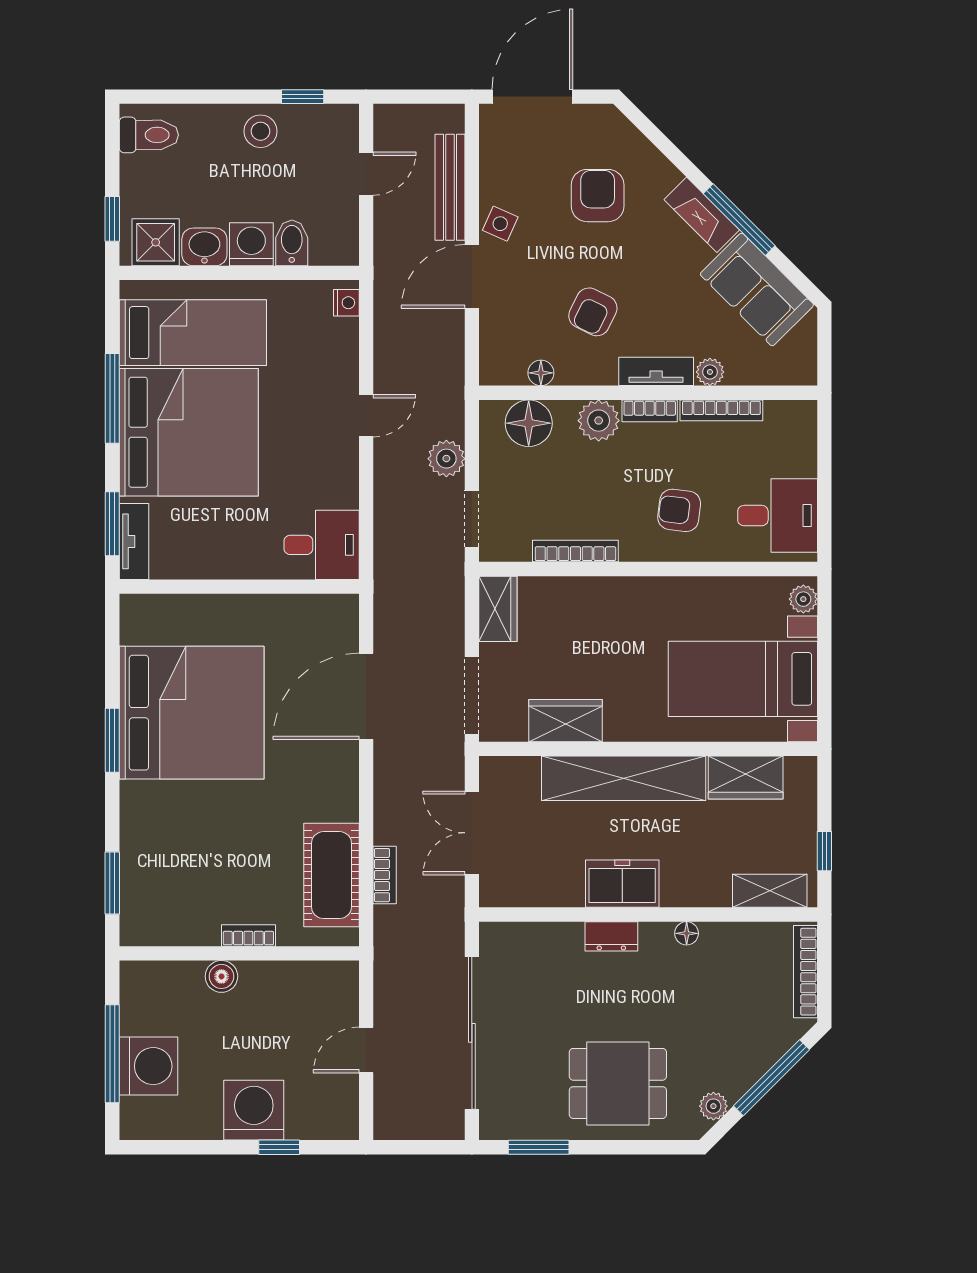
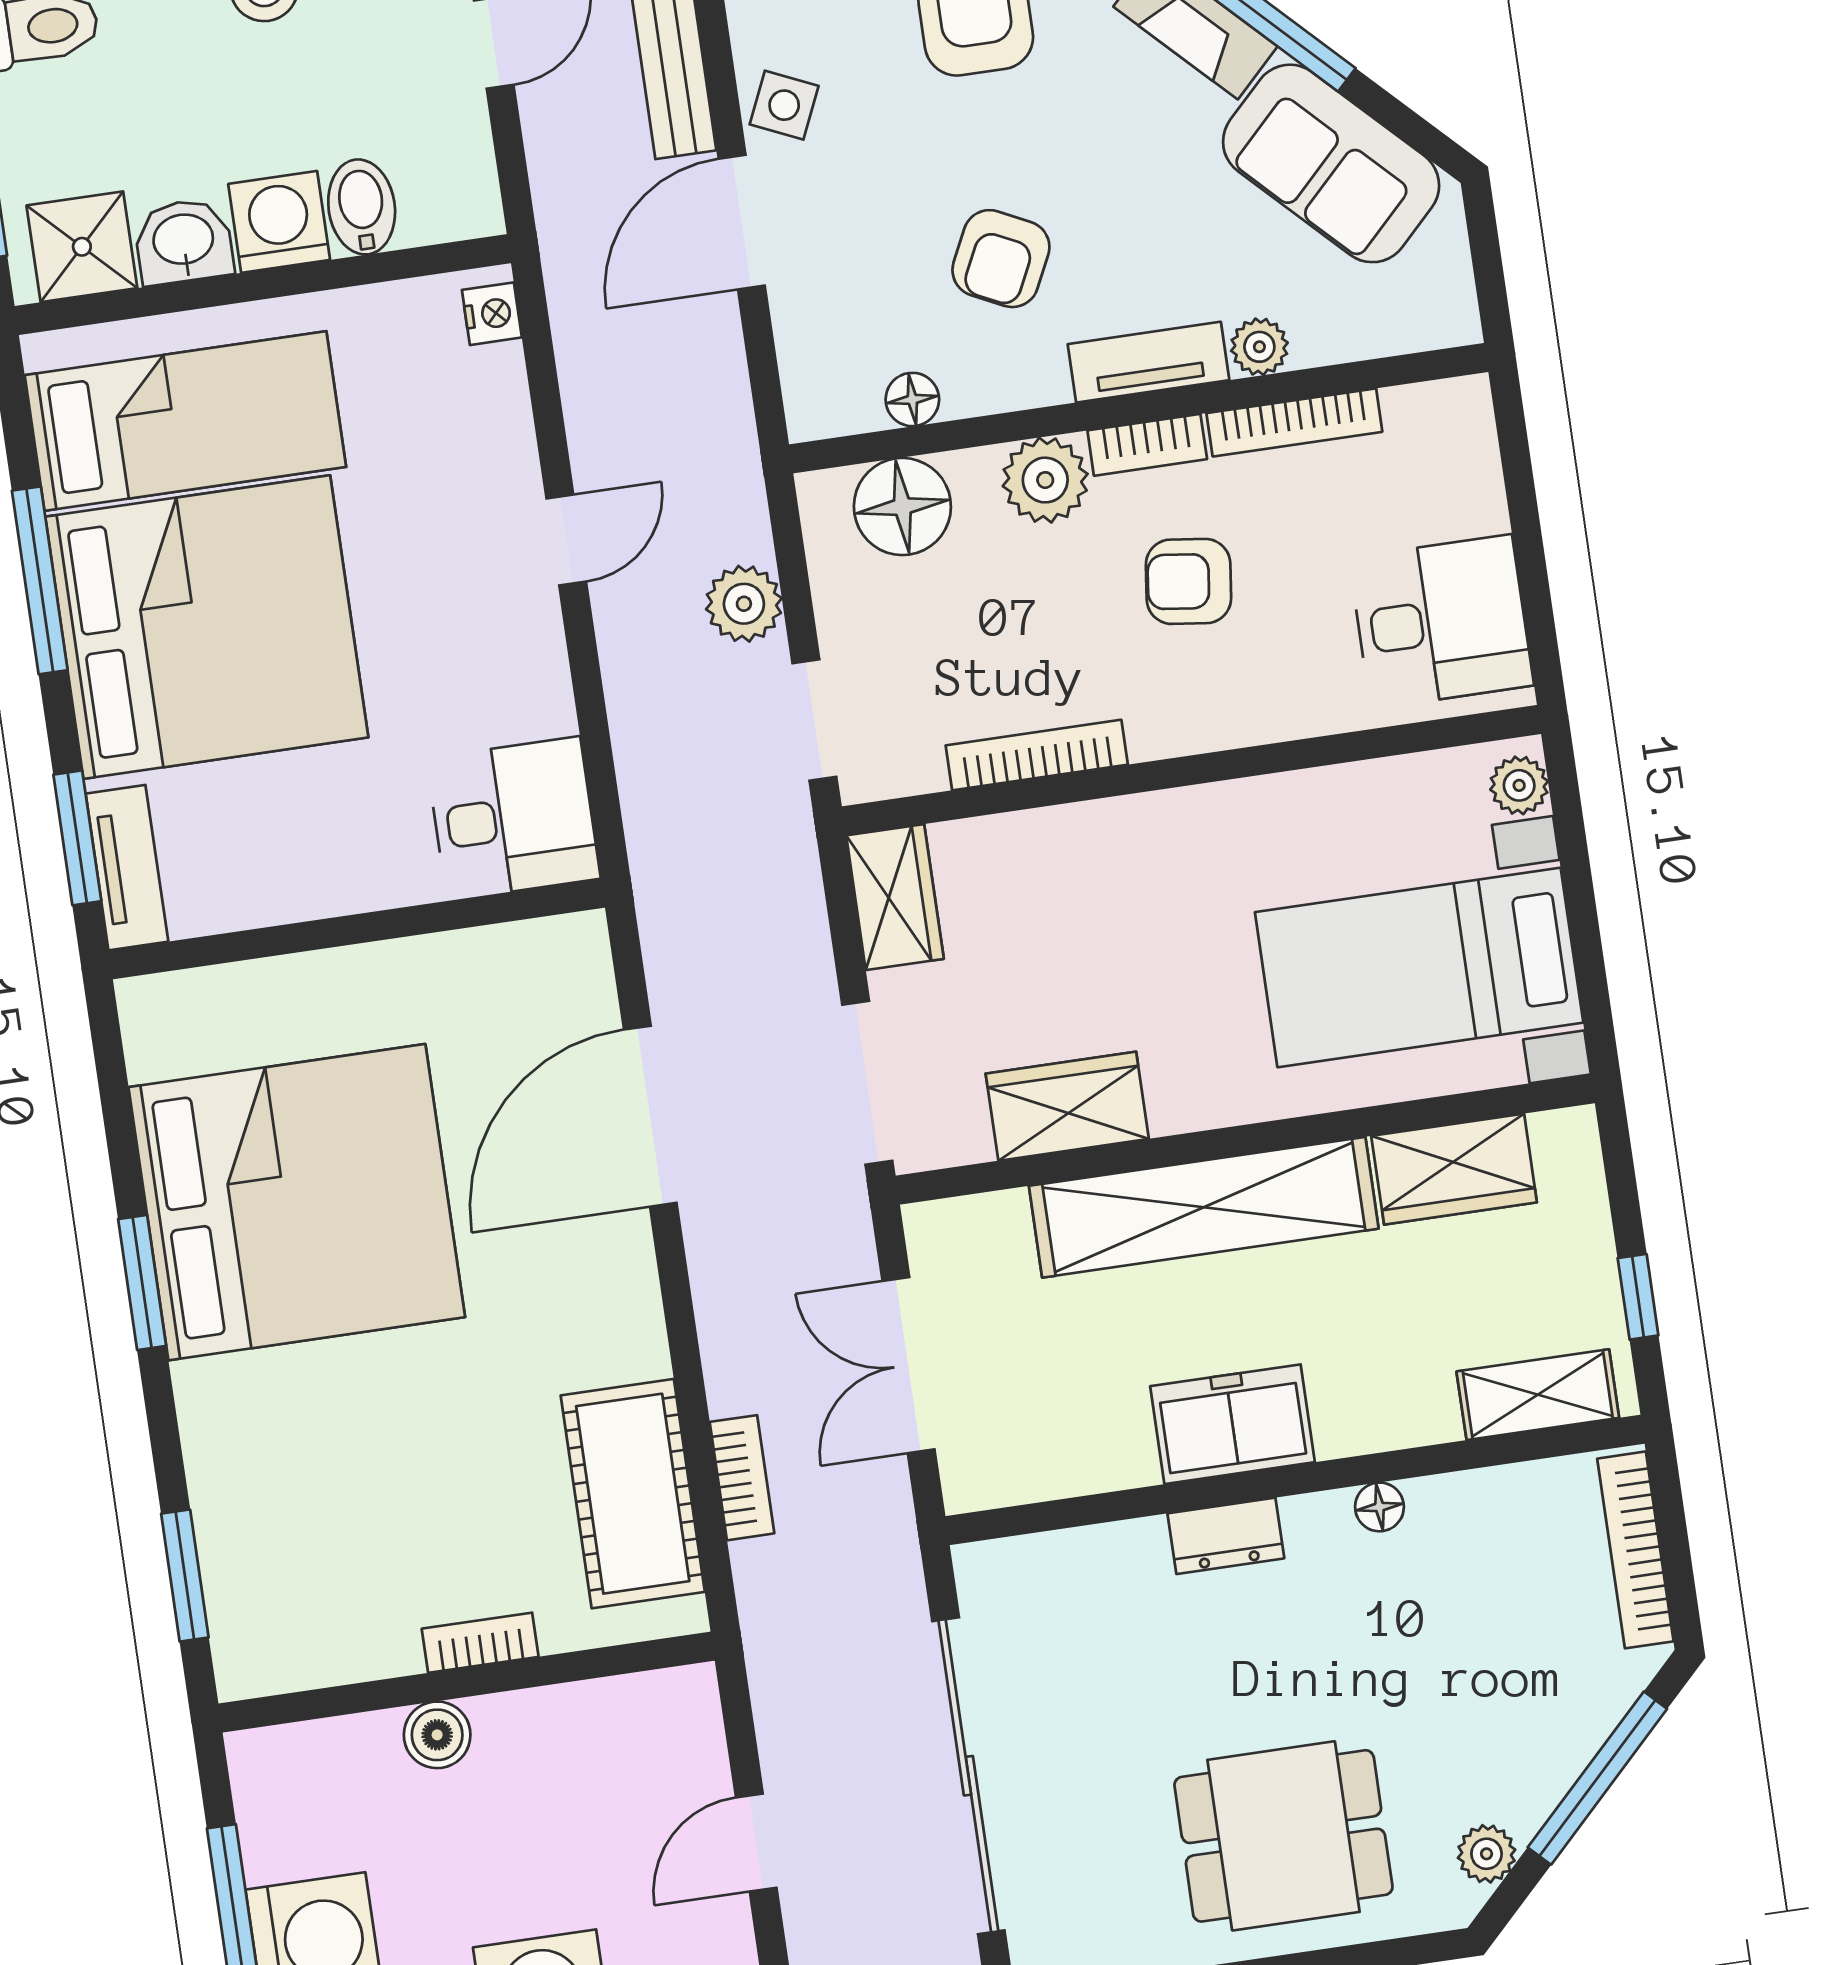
armchair: (679, 510) -> (1188, 581), moved

